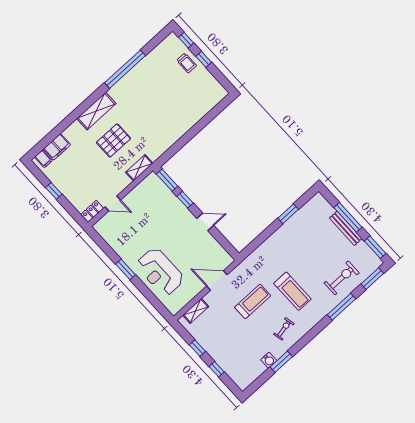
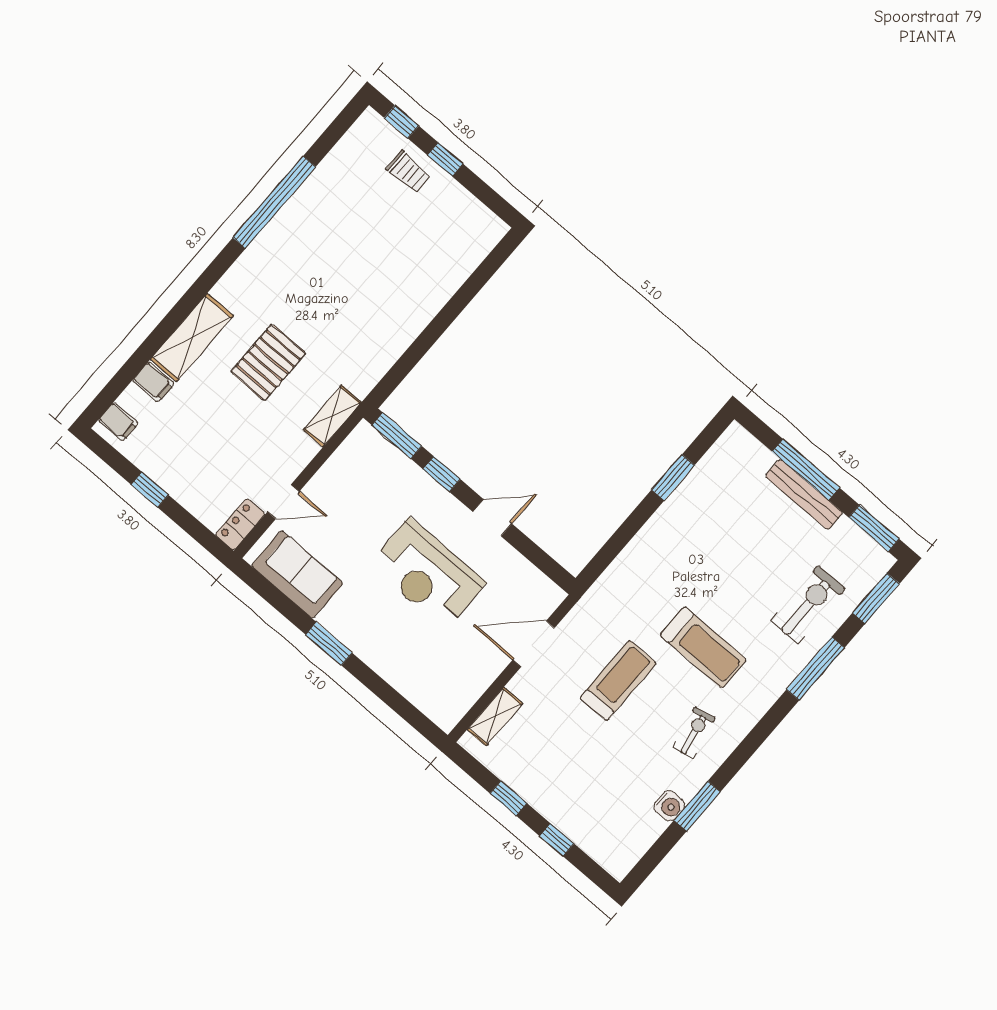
shelving: (96, 111) -> (192, 338), moved
filing cabinet: (57, 147) -> (153, 382), width x0.50
sofa: (115, 237) -> (297, 574), added
reception desk: (160, 272) -> (427, 574), moved

